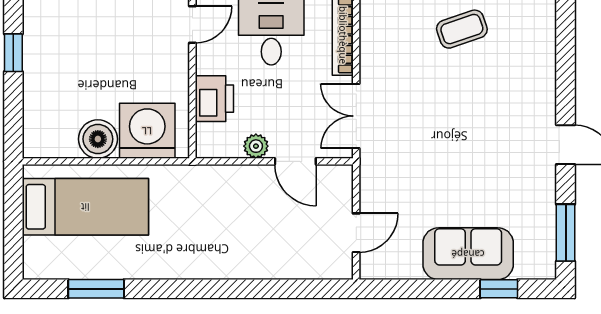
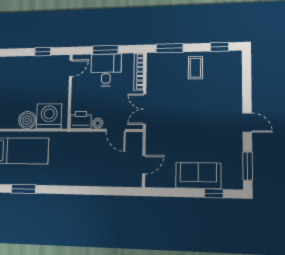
coffee table: (462, 29) -> (195, 68), turned -71
printer: (214, 99) -> (81, 120), moved, turned -90

